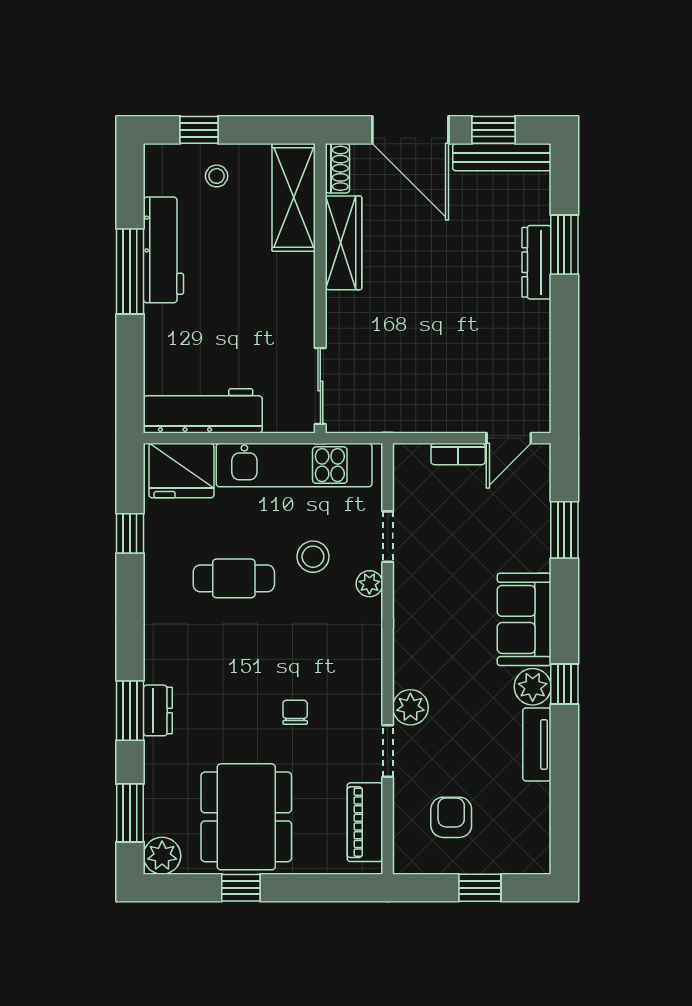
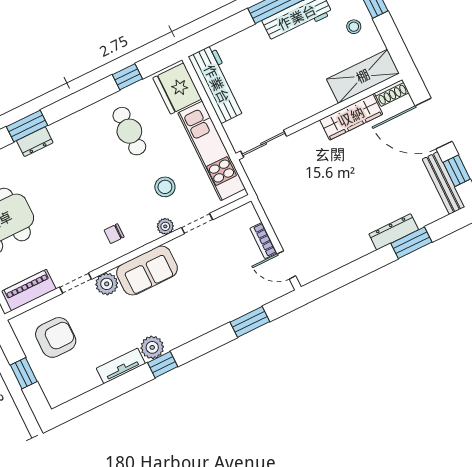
door: (410, 130) -> (434, 124), hinge flipped
cafe table: (234, 578) -> (129, 131), moved
sofa: (524, 619) -> (147, 270), moved, turned 180
chair: (295, 712) -> (114, 234), moved, turned 180
armchair: (451, 817) -> (56, 337), width x1.38, depth x1.38

